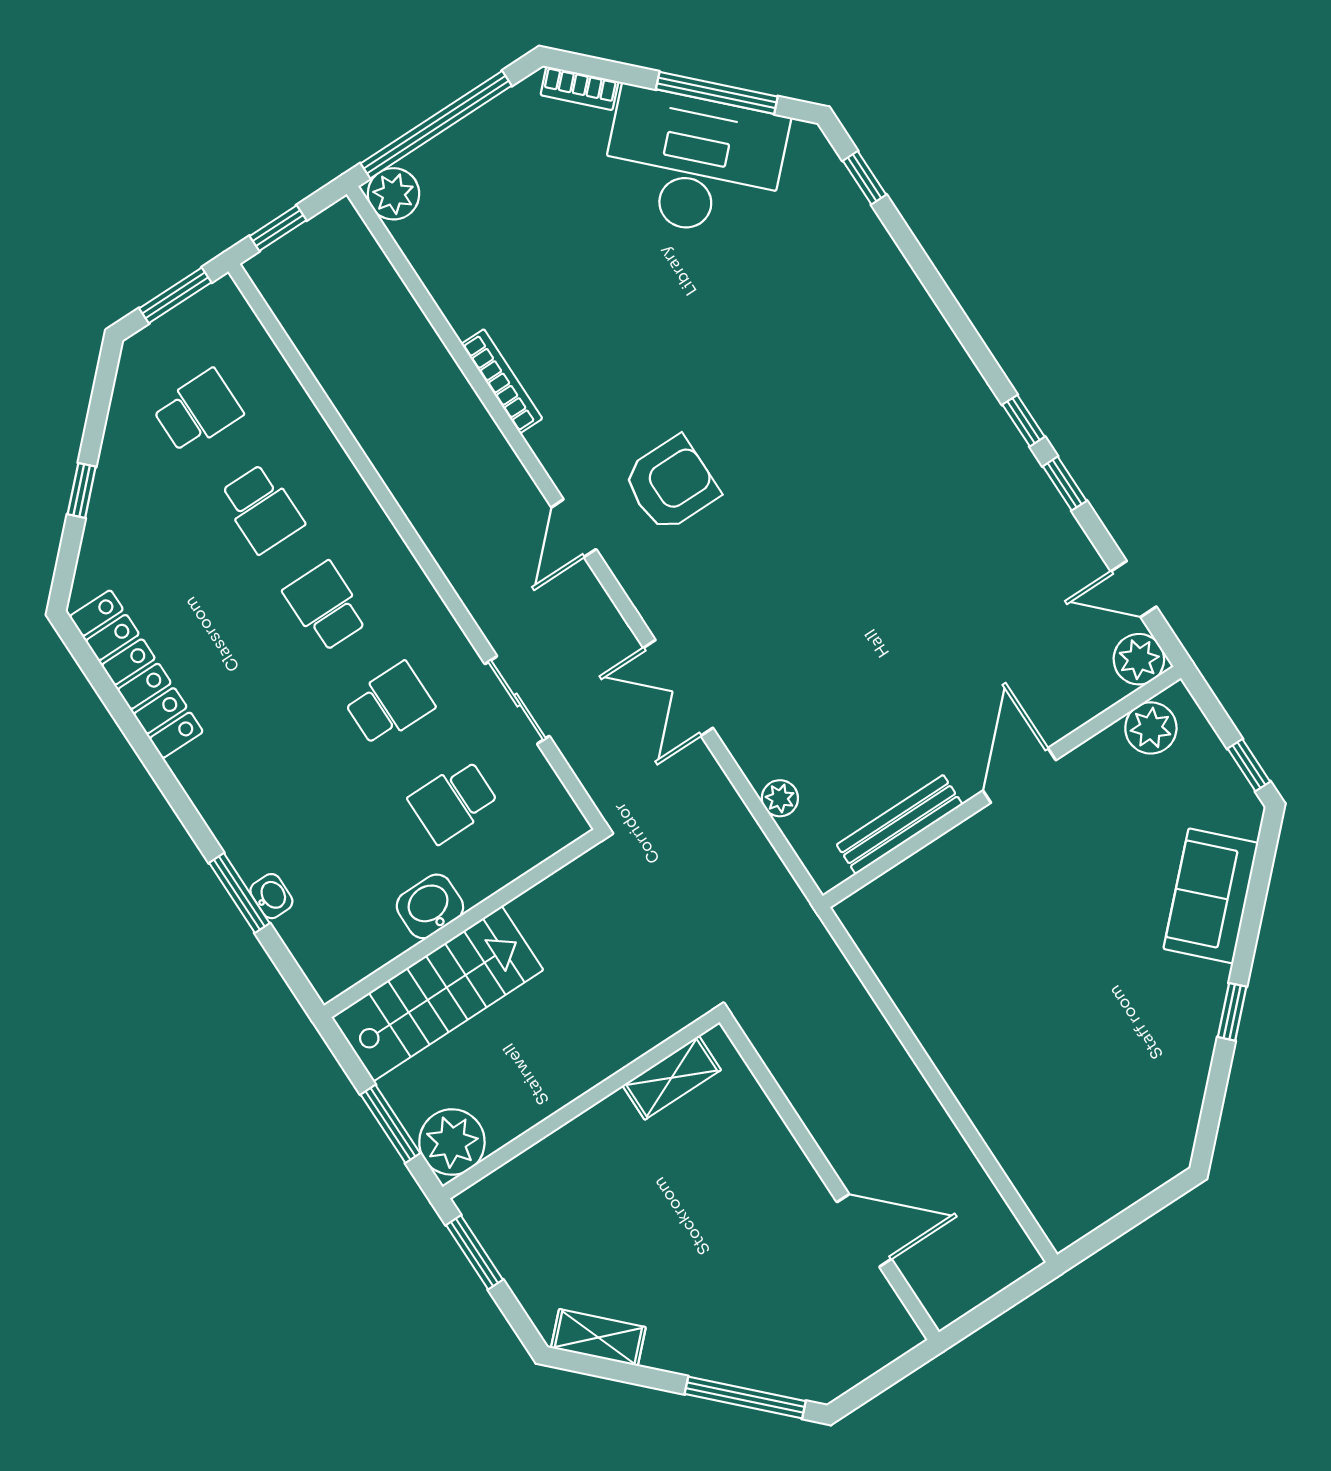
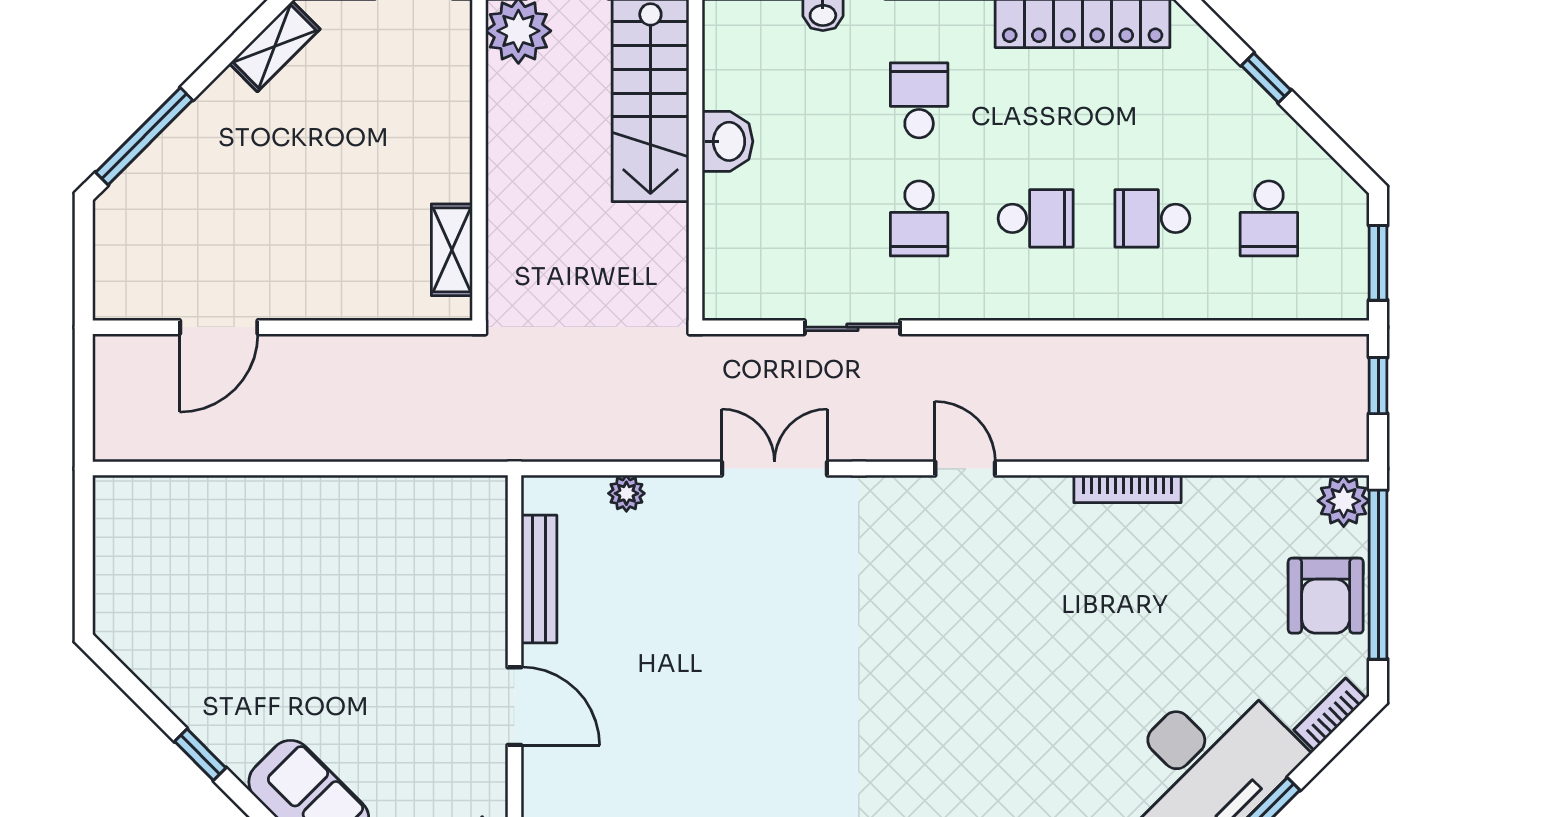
armchair: (671, 484) -> (1326, 596), moved
school desk: (453, 802) -> (919, 100), moved

